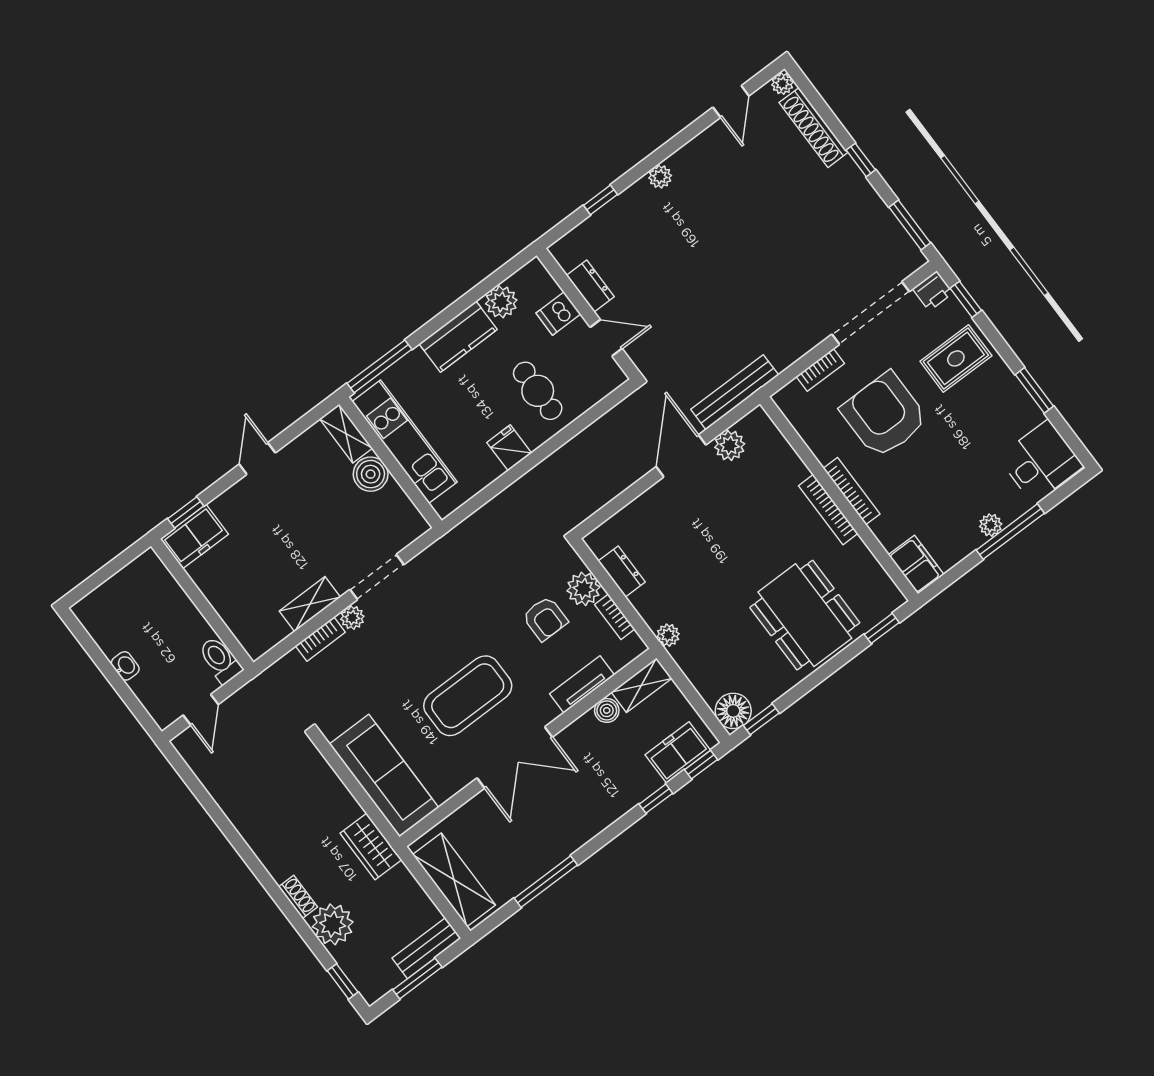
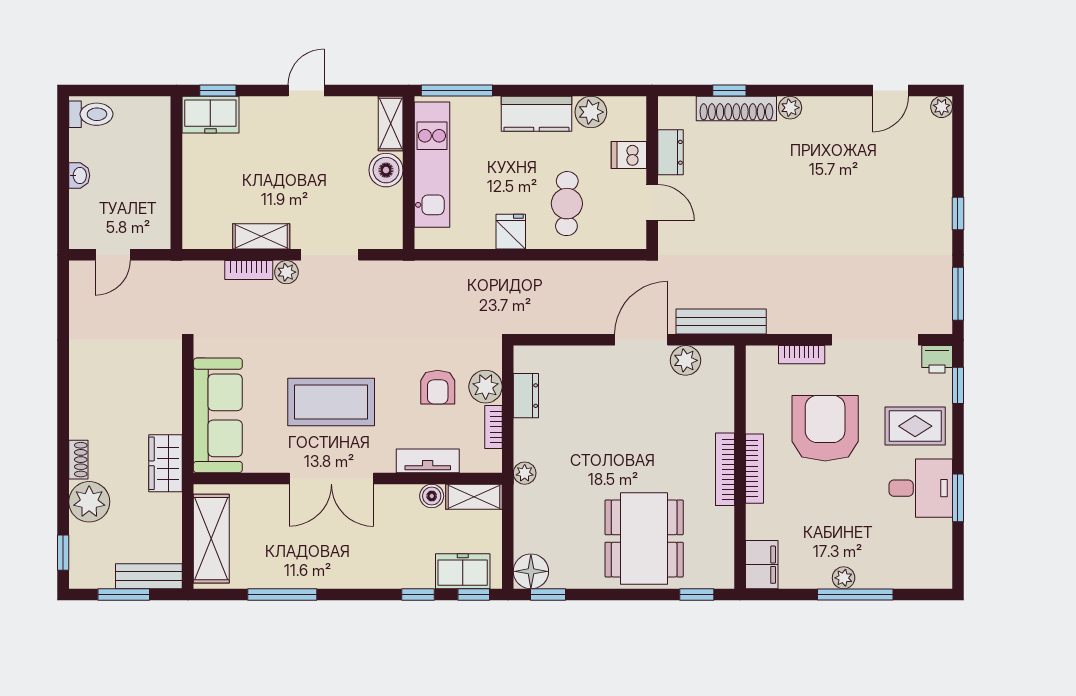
shoe rack: (813, 128) -> (736, 109), moved, turned -90
desk: (1041, 462) -> (921, 488), moved
toilet: (220, 660) -> (91, 114), moved, turned 90

